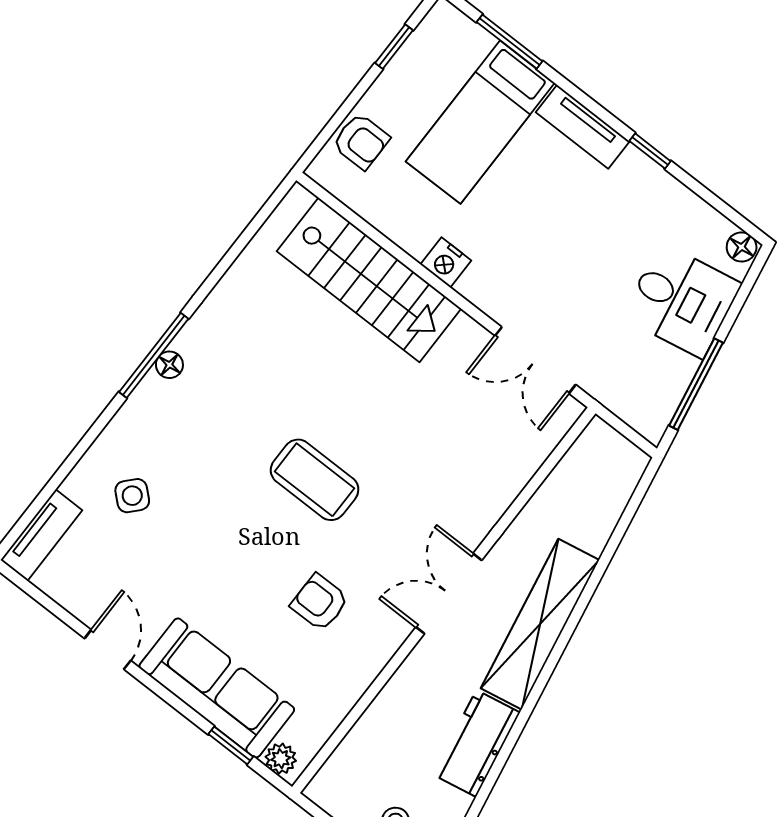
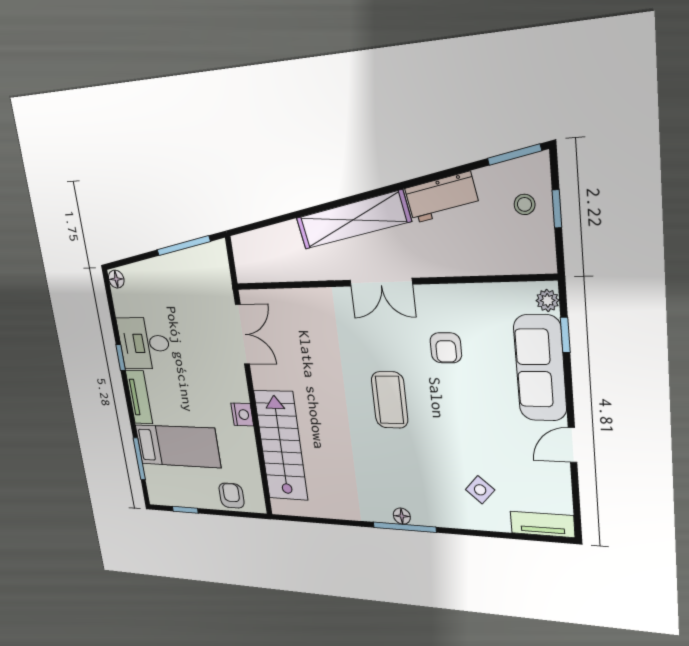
desk: (682, 300) -> (144, 343), moved, turned -80

